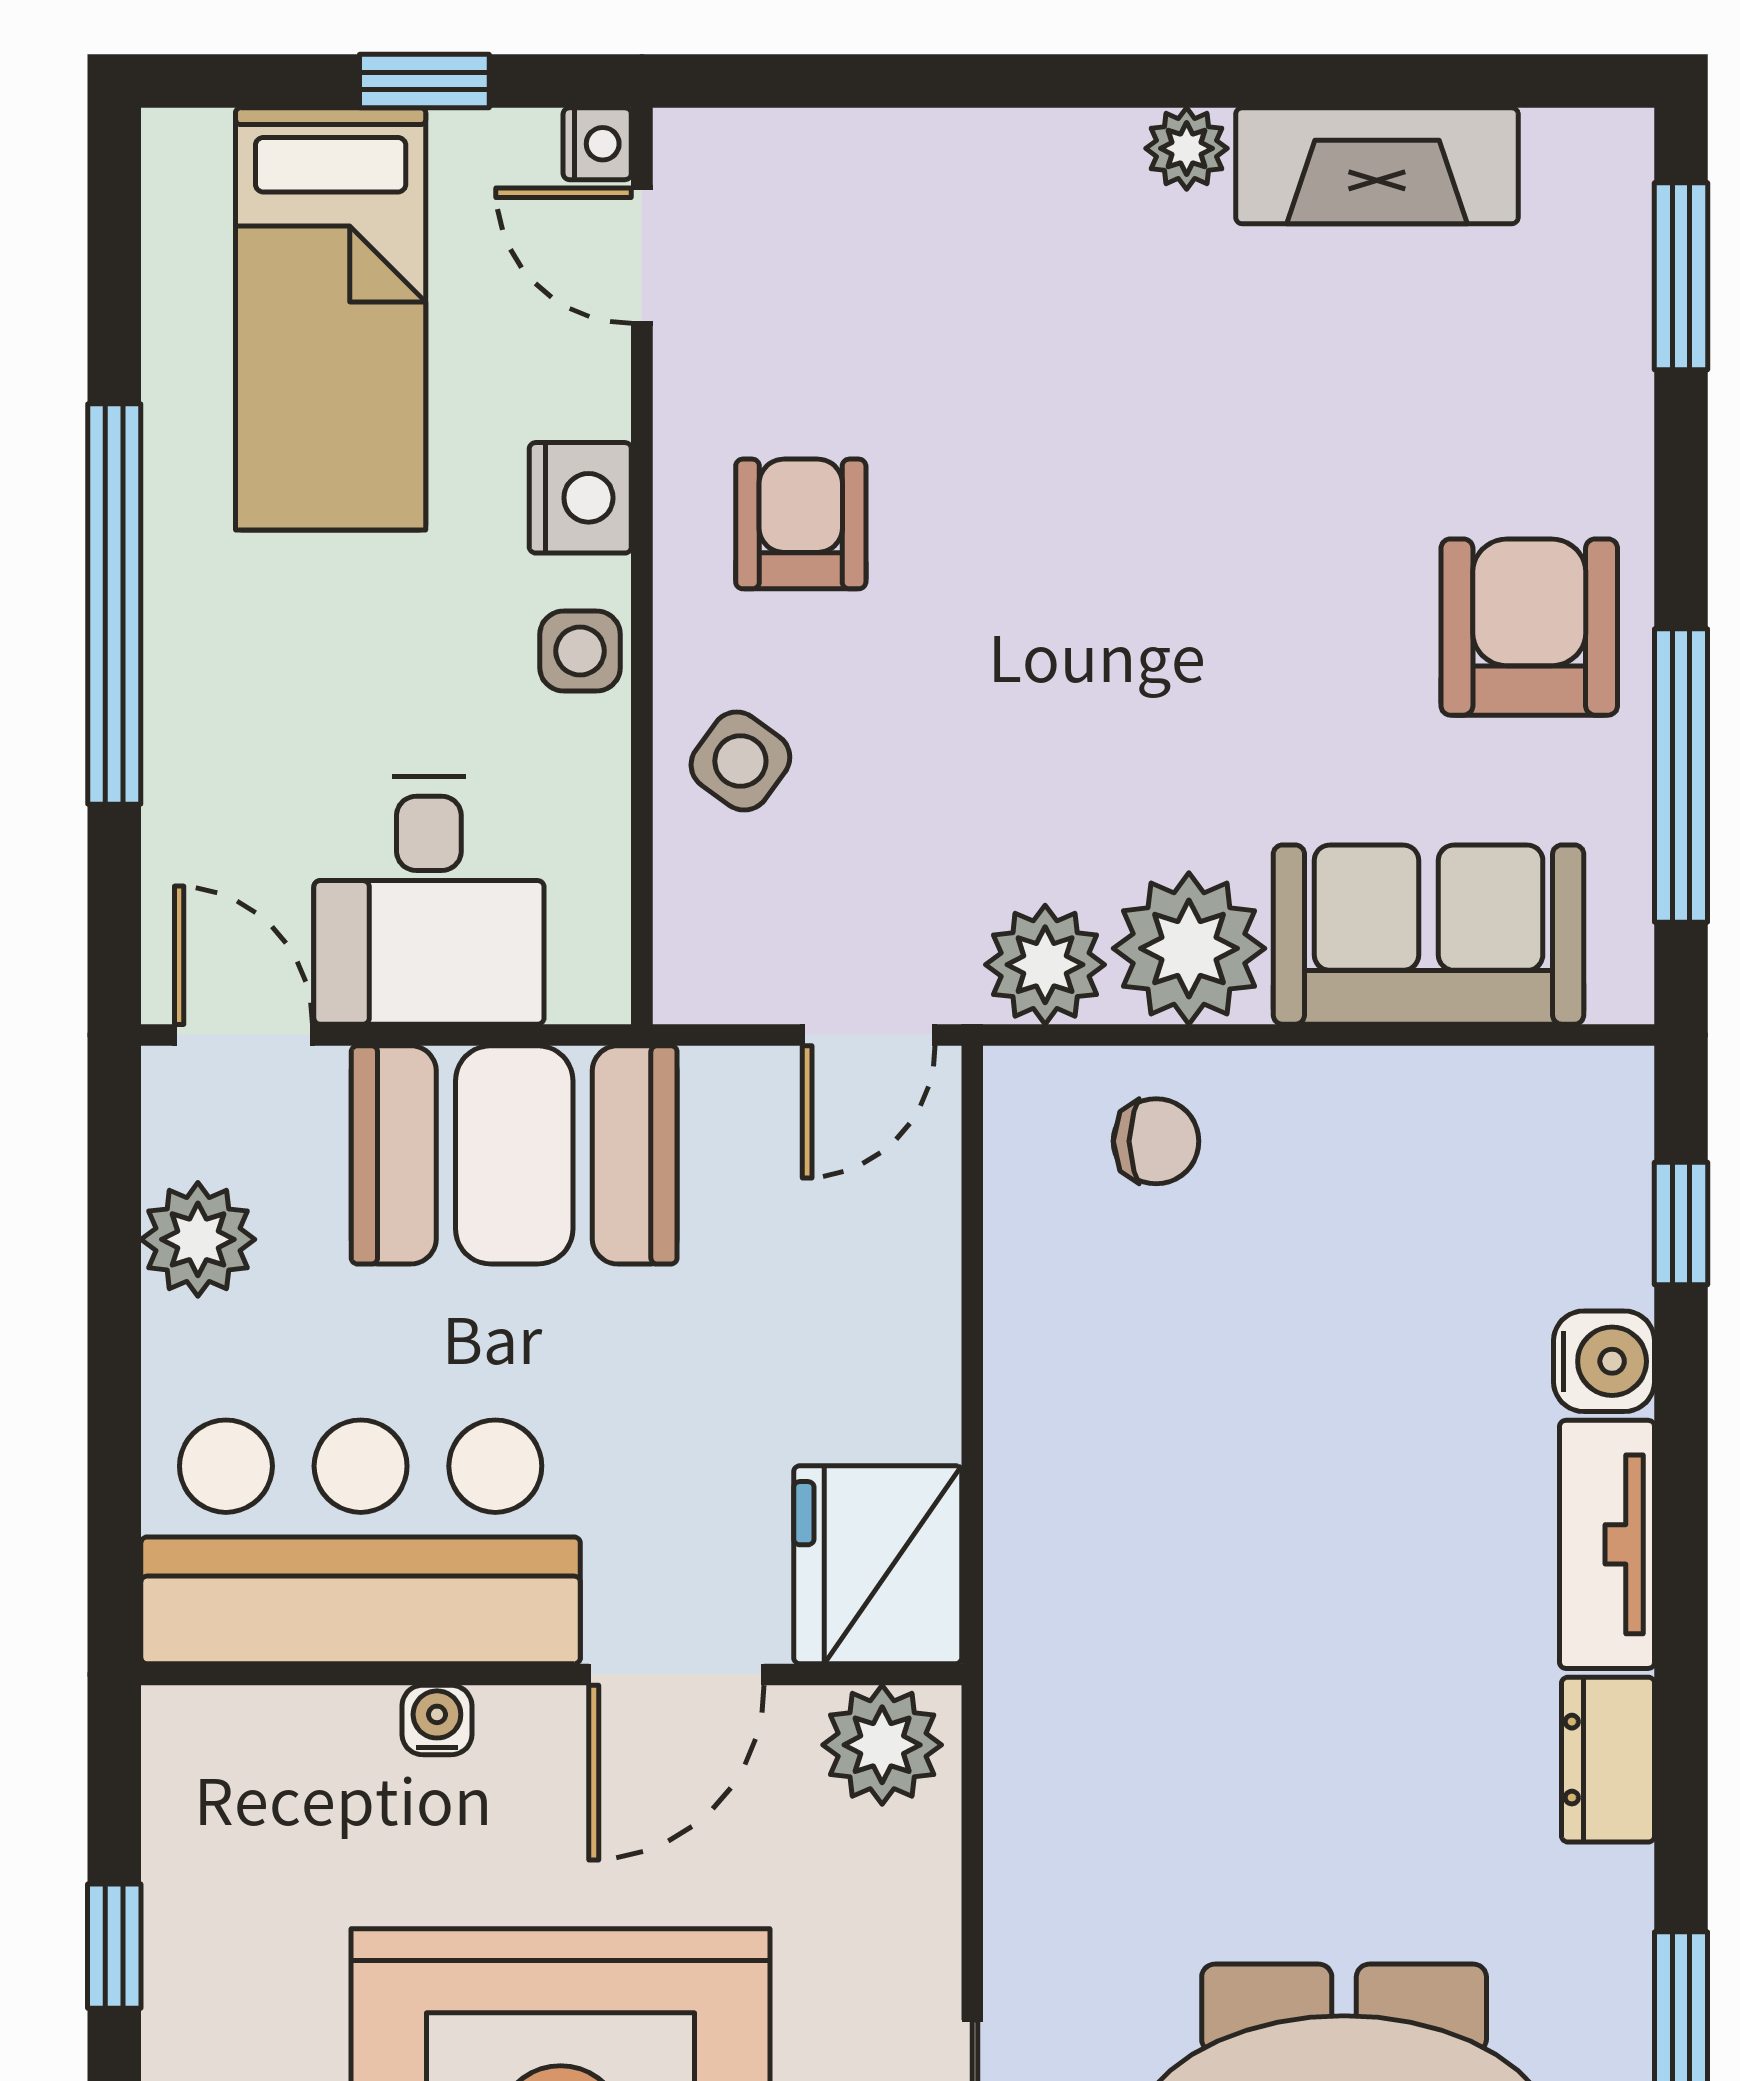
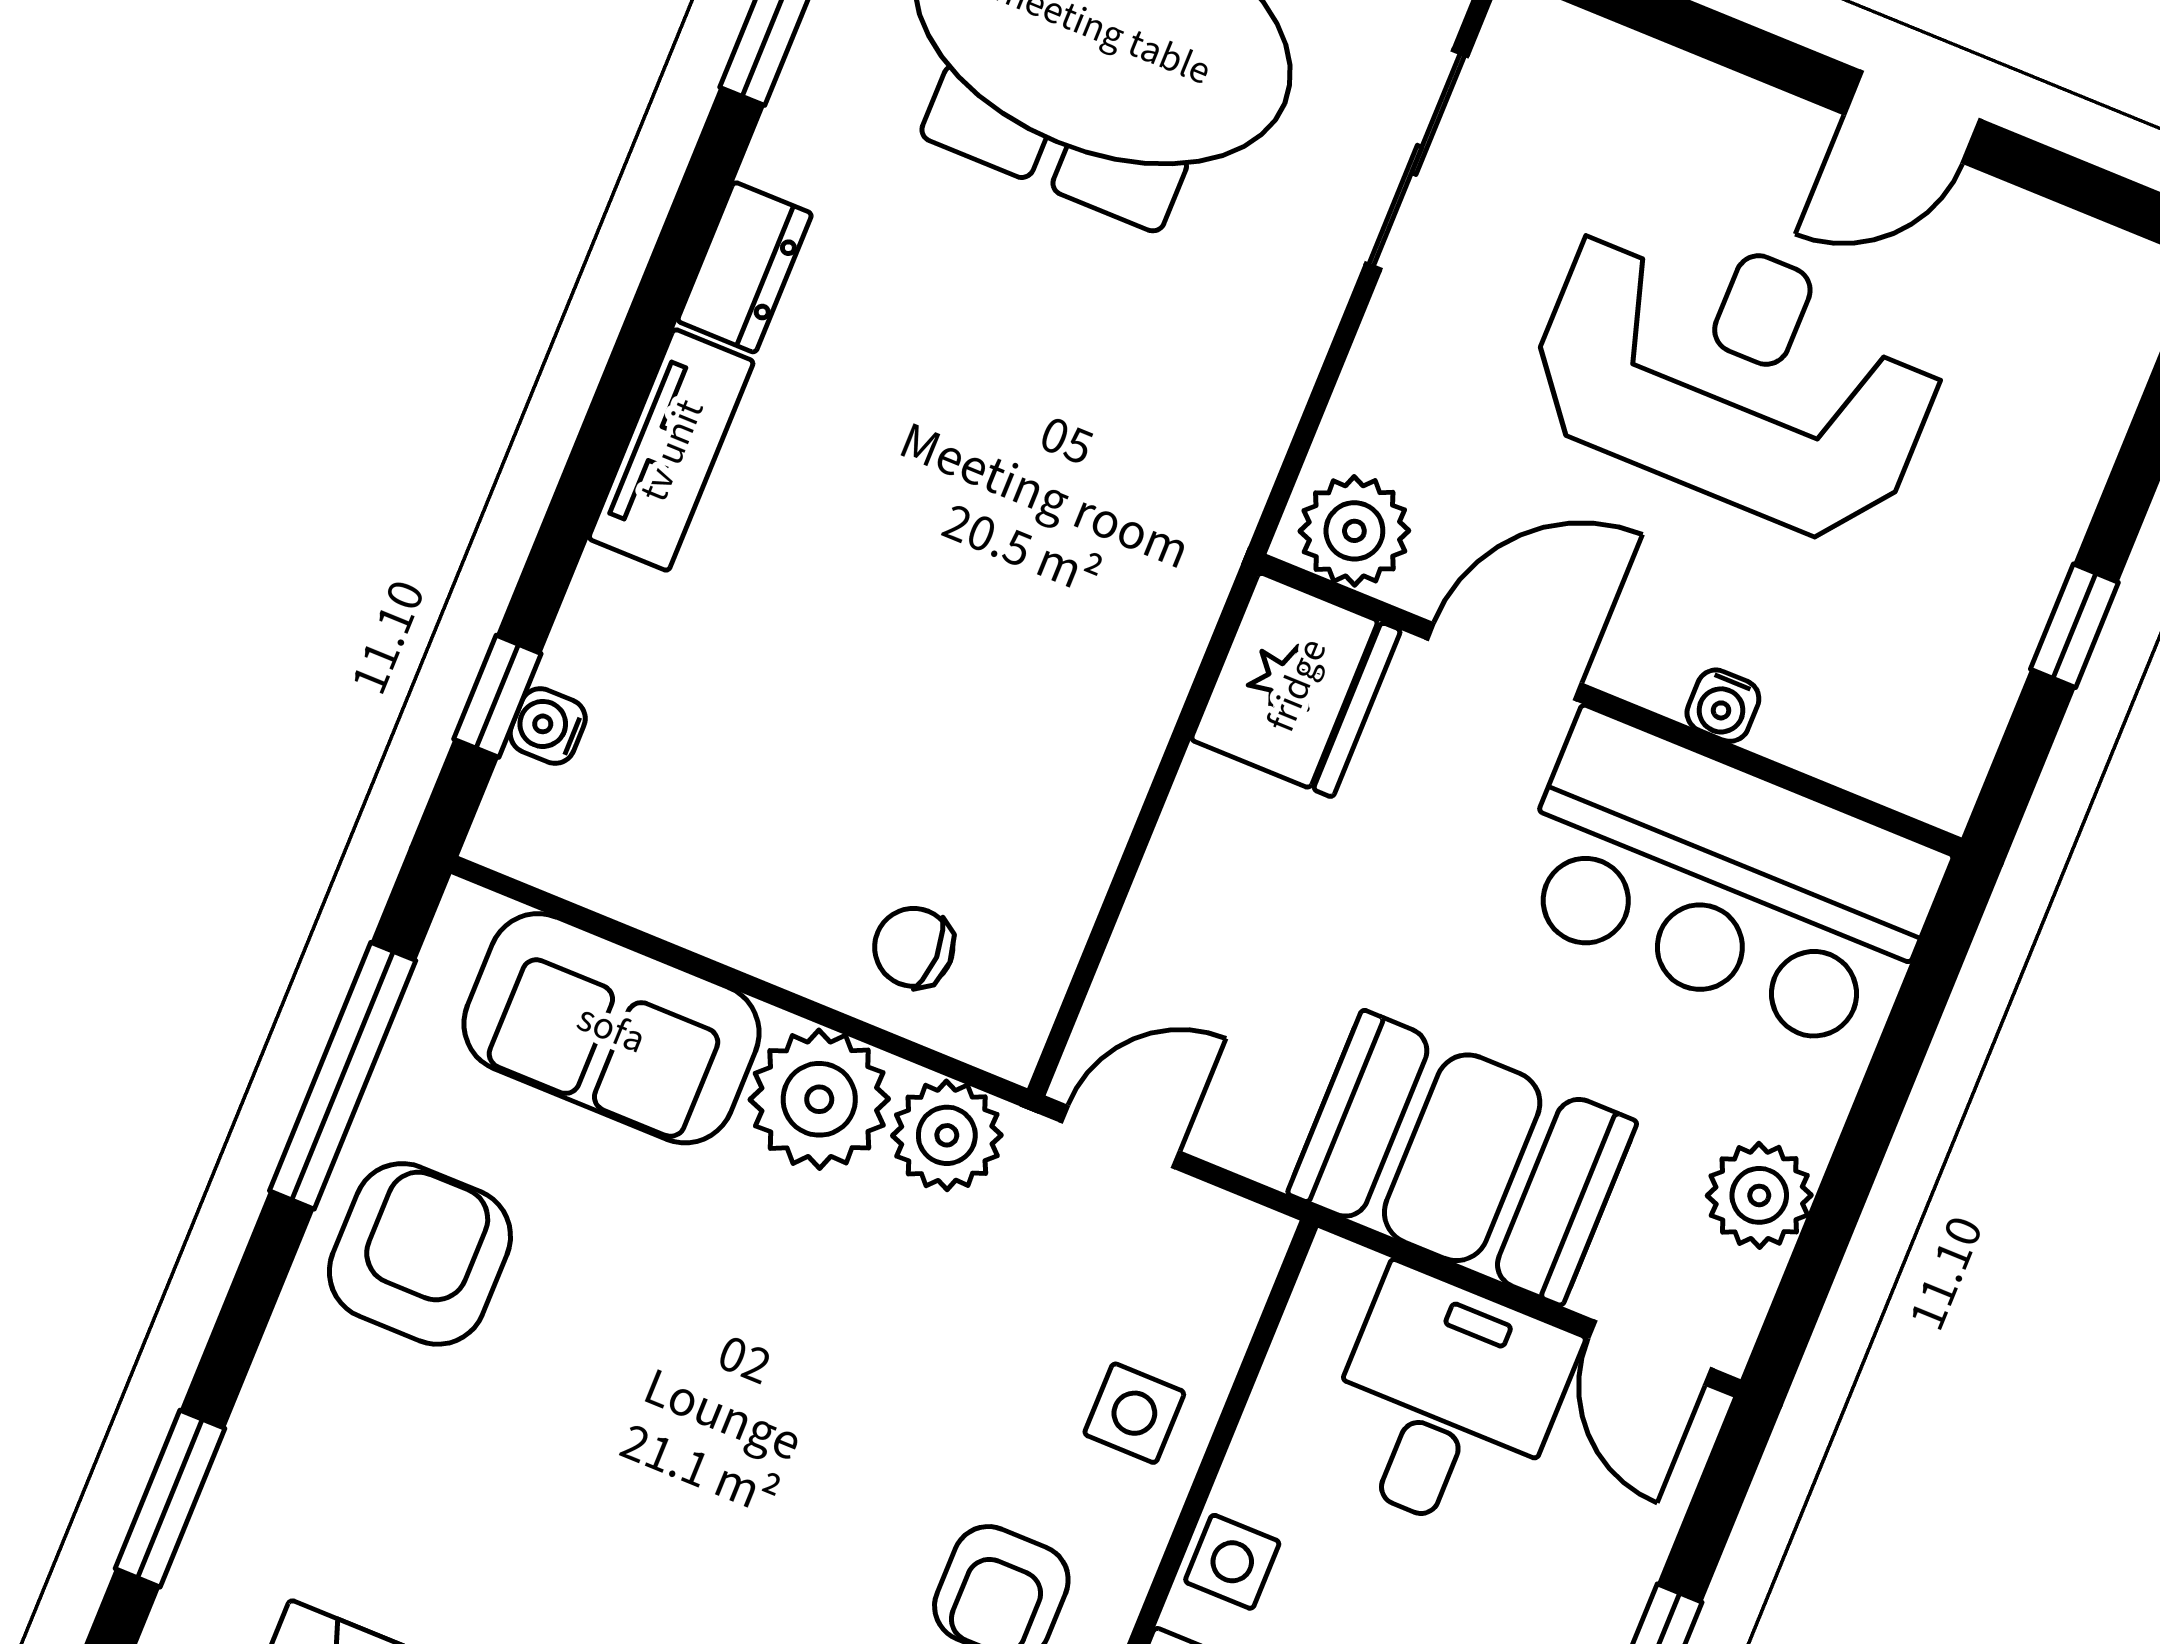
armchair: (1529, 627) -> (420, 1254), turned 180
side table: (740, 761) -> (1134, 1413), turned -36
water cooler: (1604, 1361) -> (548, 726), moved, width x0.72, depth x0.72

